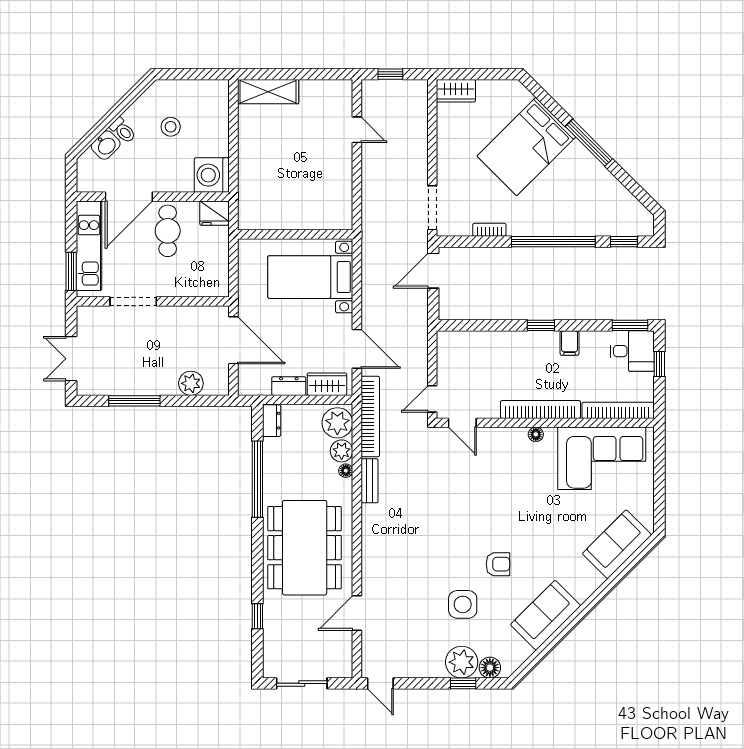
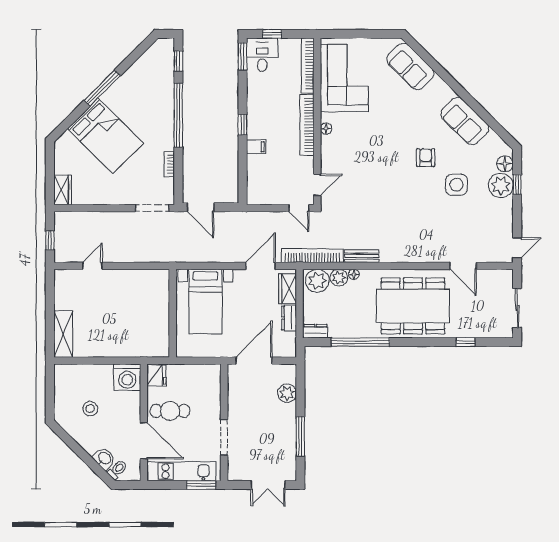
toilet: (123, 130) -> (117, 470), moved
filing cabinet: (570, 343) -> (256, 147), moved

